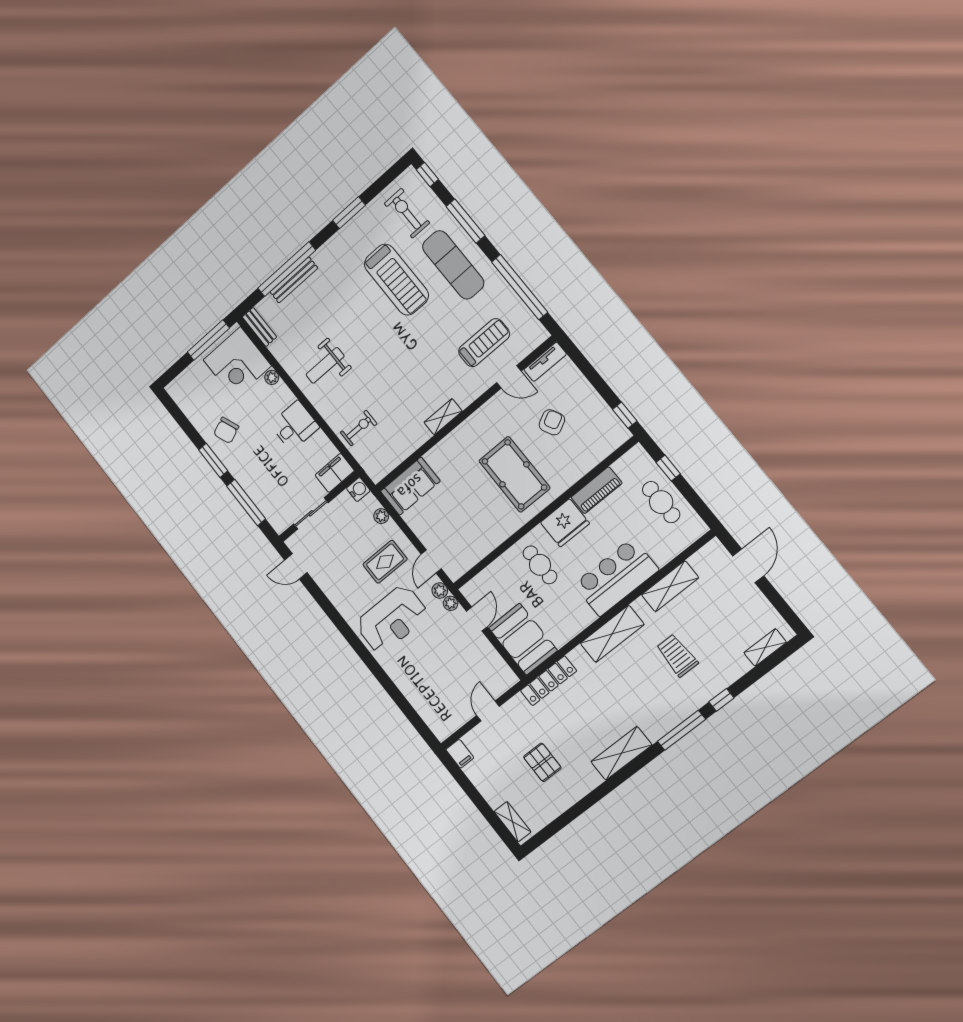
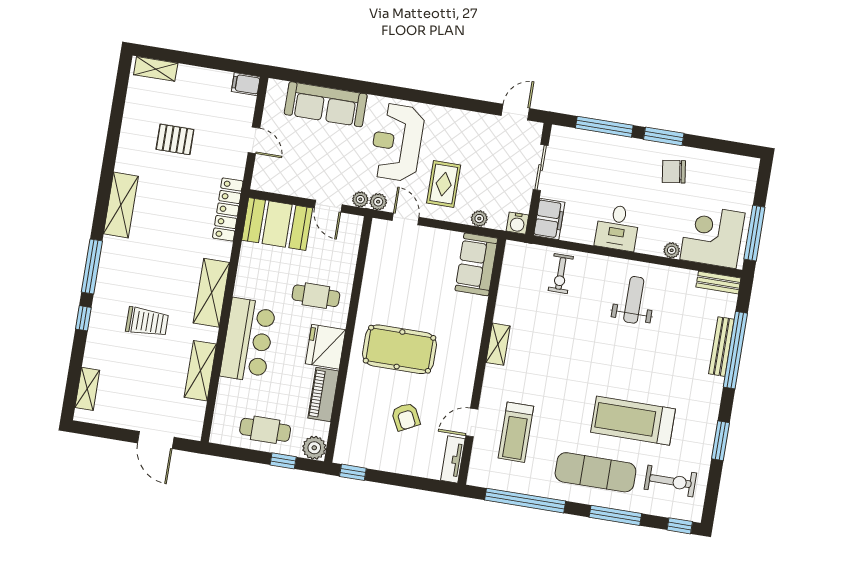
chair: (226, 430) -> (674, 172), turned -76
plant: (637, 458) -> (314, 448), added
sofa: (418, 689) -> (326, 104), added

